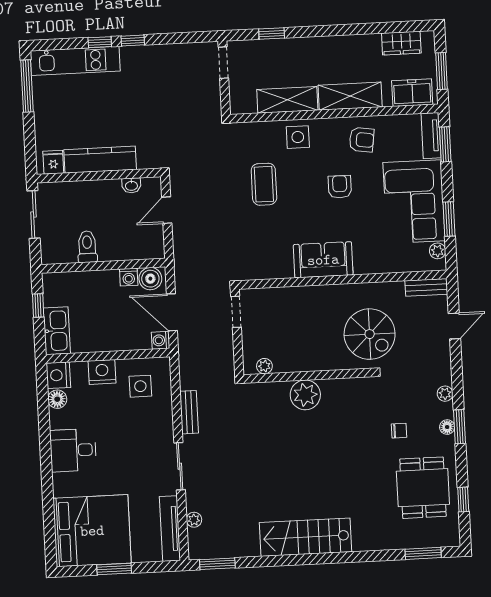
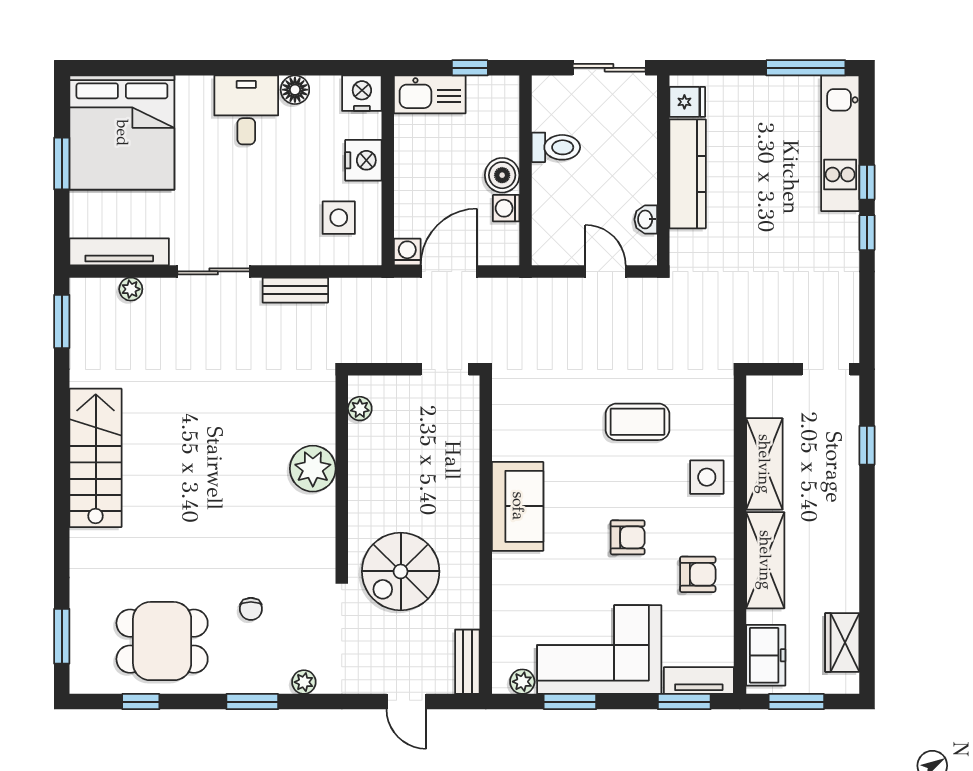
armchair: (362, 140) -> (698, 574), turned -98
boiler: (150, 279) -> (502, 175), moved
floor lamp: (57, 399) -> (295, 90), moved
floor lamp: (447, 427) -> (253, 683), removed

